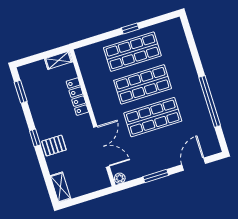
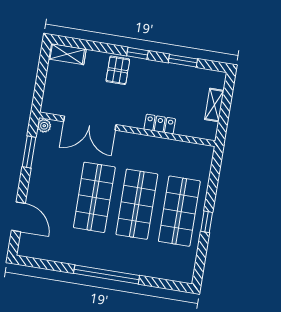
shelving: (58, 60) -> (214, 105), moved
window: (21, 92) -> (183, 61), moved
locker: (77, 97) -> (160, 124), width x0.66
window: (210, 101) -> (107, 274), moved
window: (156, 176) -> (29, 152), moved

